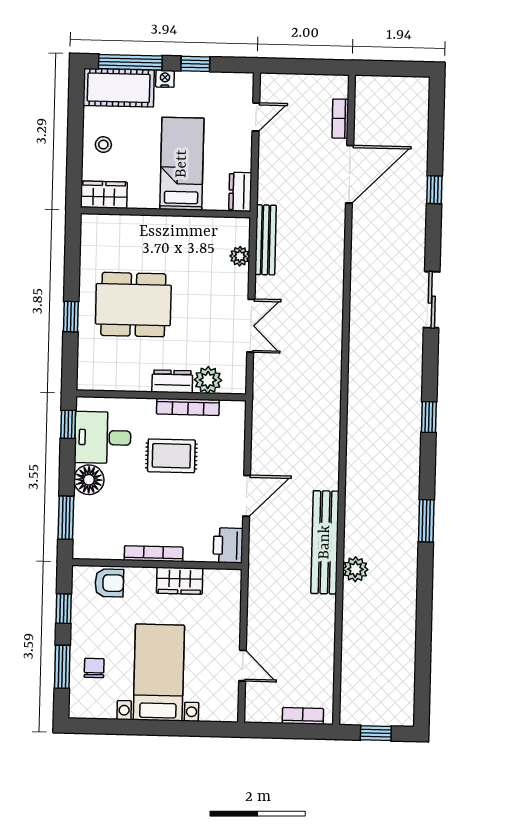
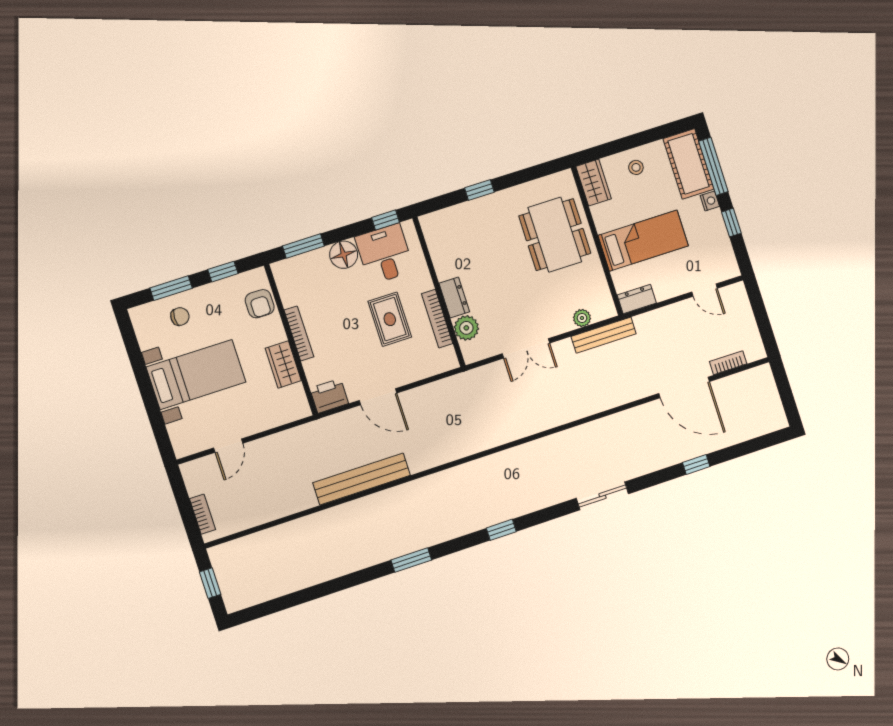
dining table: (133, 305) -> (555, 235), moved
plant: (355, 569) -> (347, 514), removed

